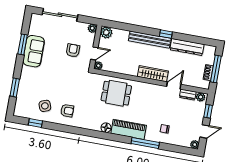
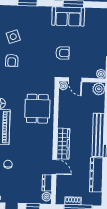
armchair: (73, 50) -> (63, 53), moved

